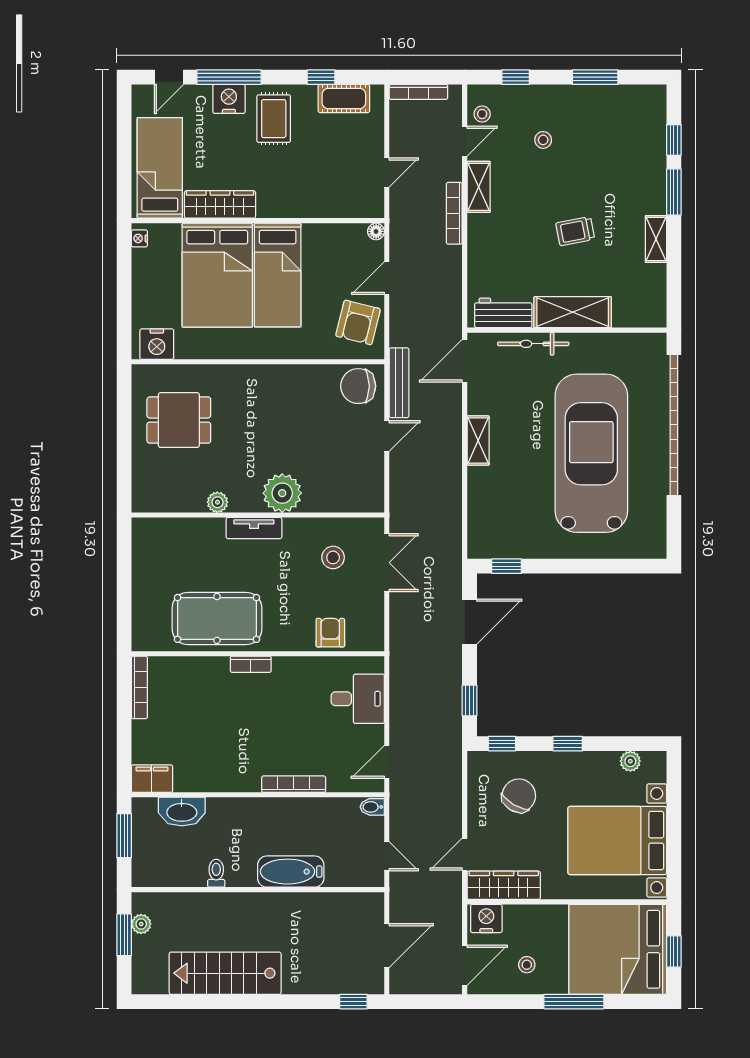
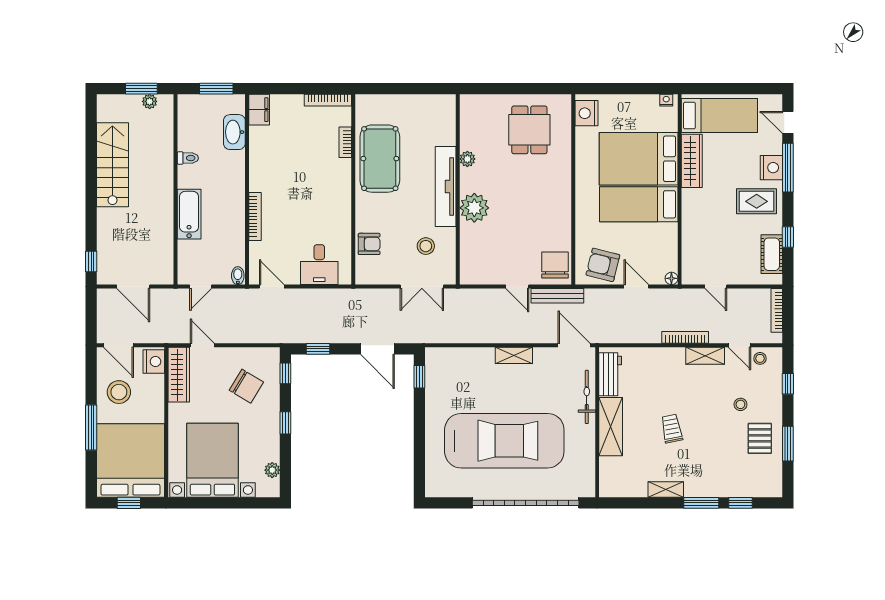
pallet: (588, 114) -> (760, 438), added
tv unit: (254, 528) -> (446, 186), width x1.92, depth x1.29
bookcase: (251, 664) -> (345, 142), moved
stool: (527, 965) -> (119, 392), width x1.89, depth x1.89

